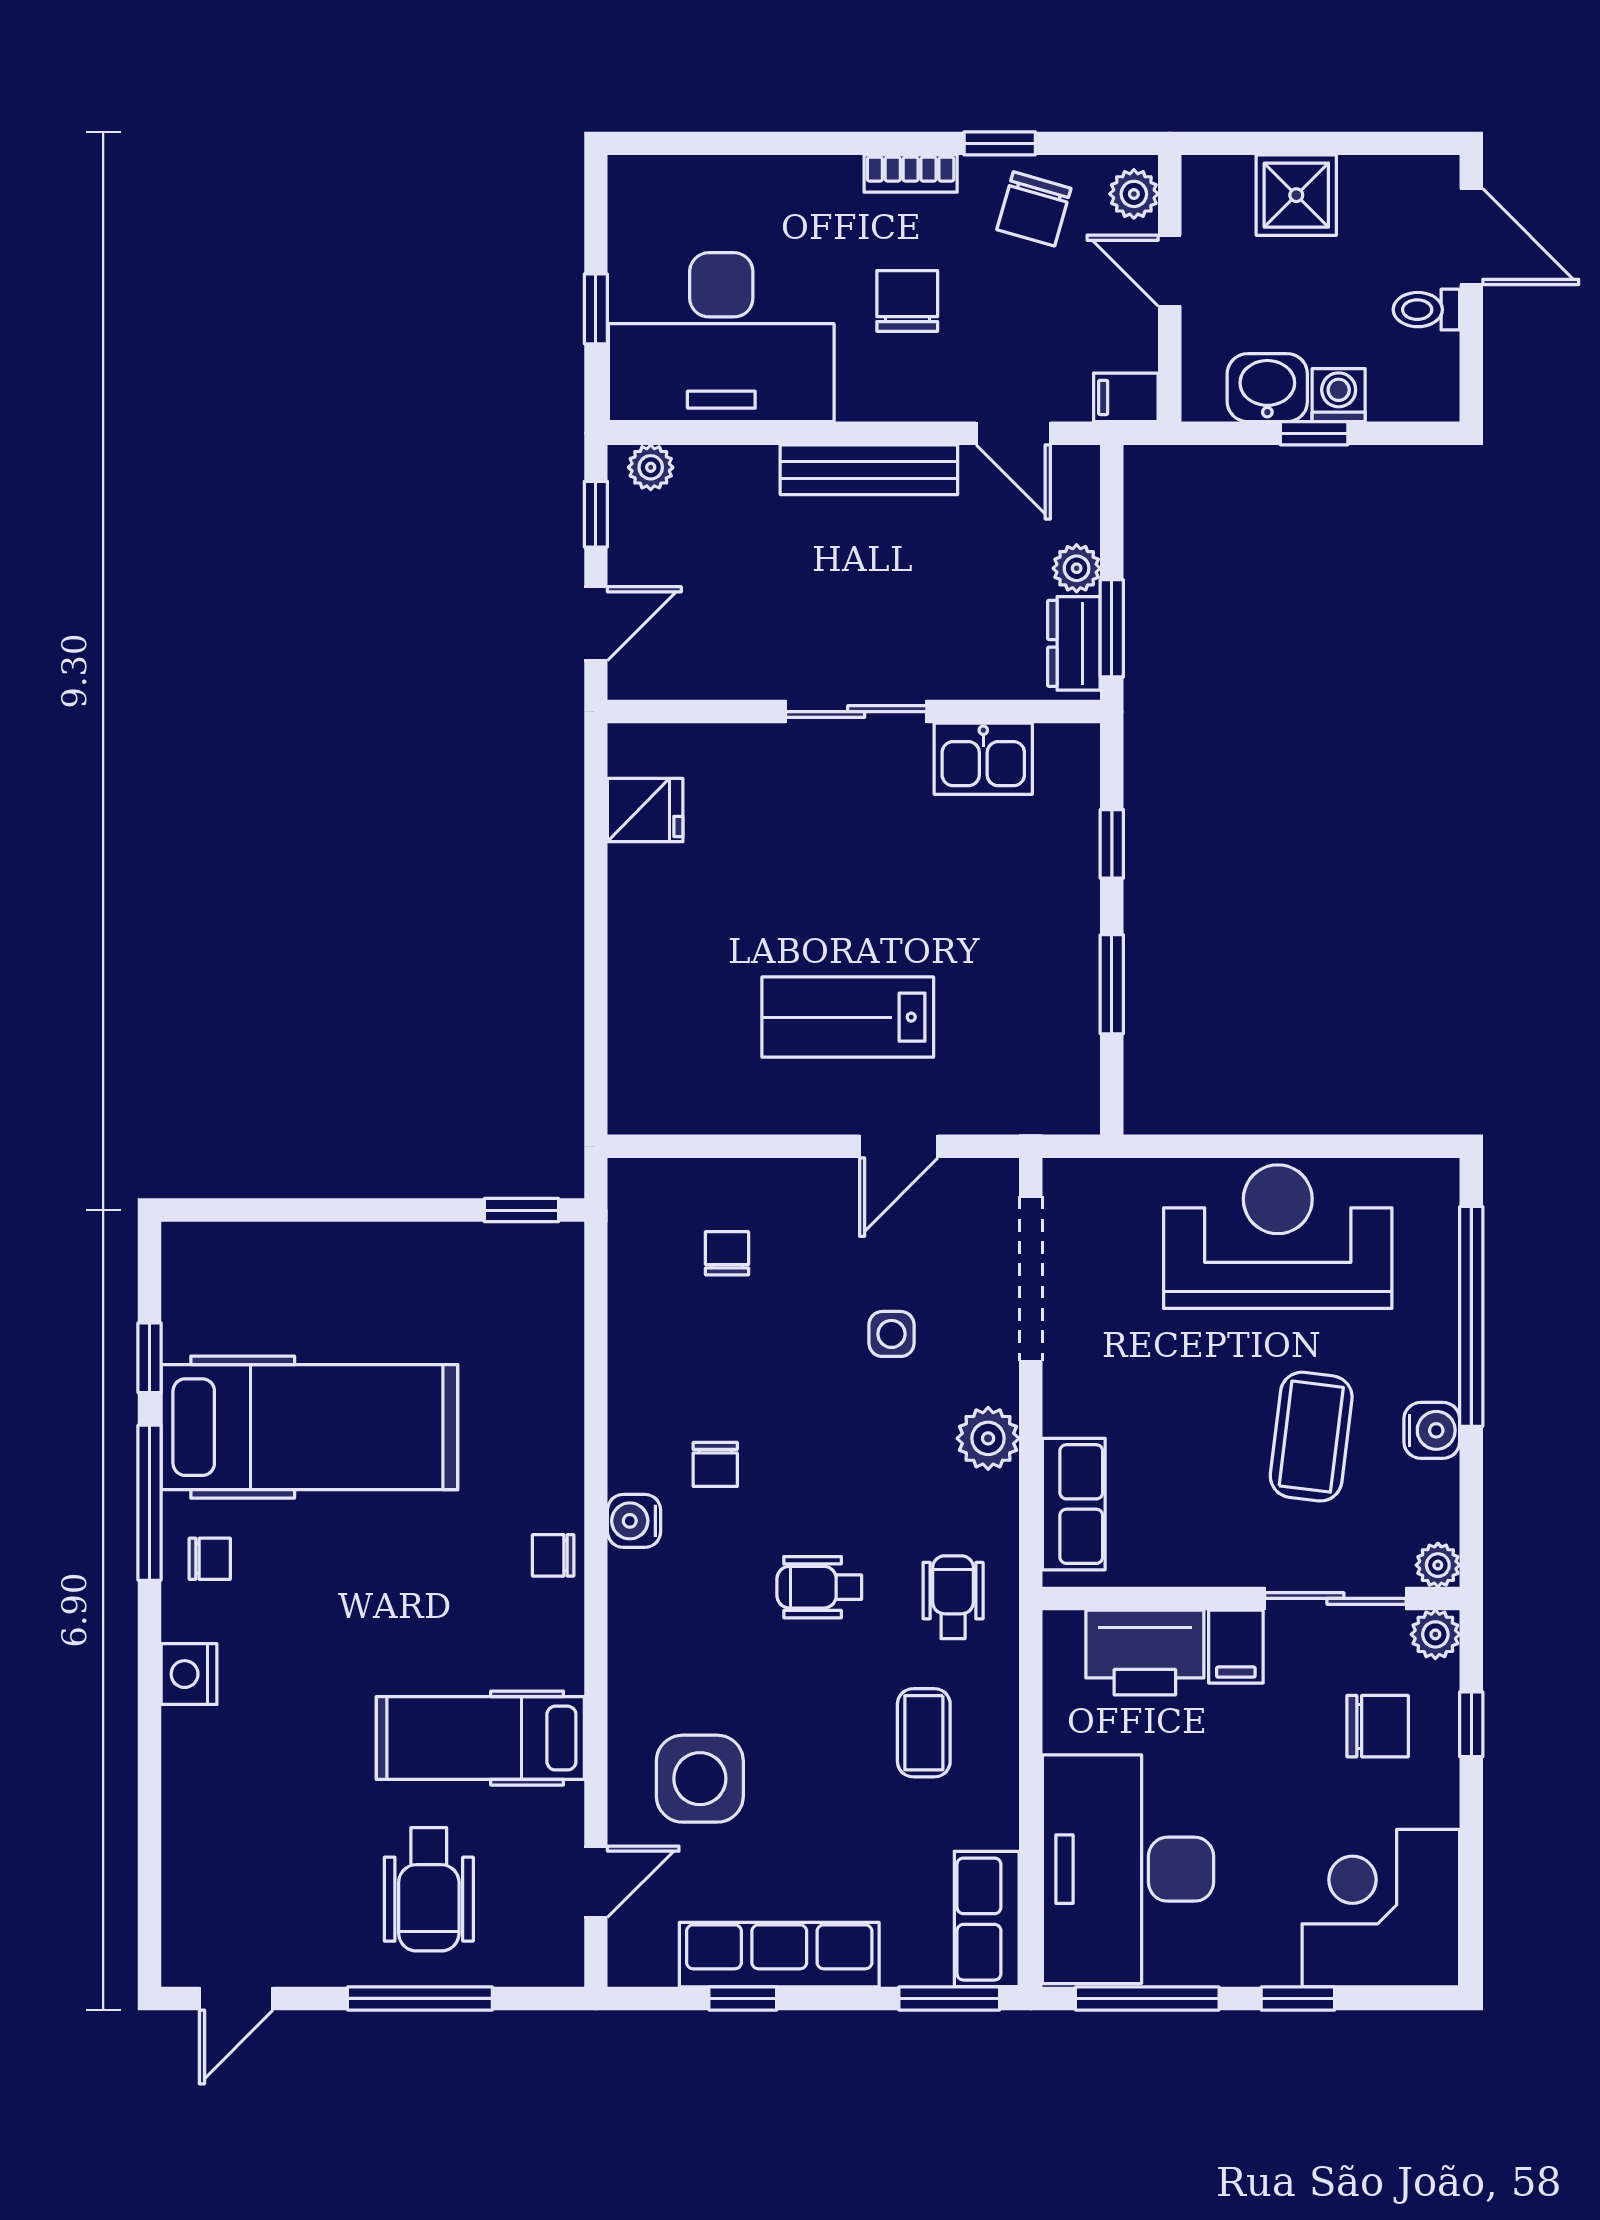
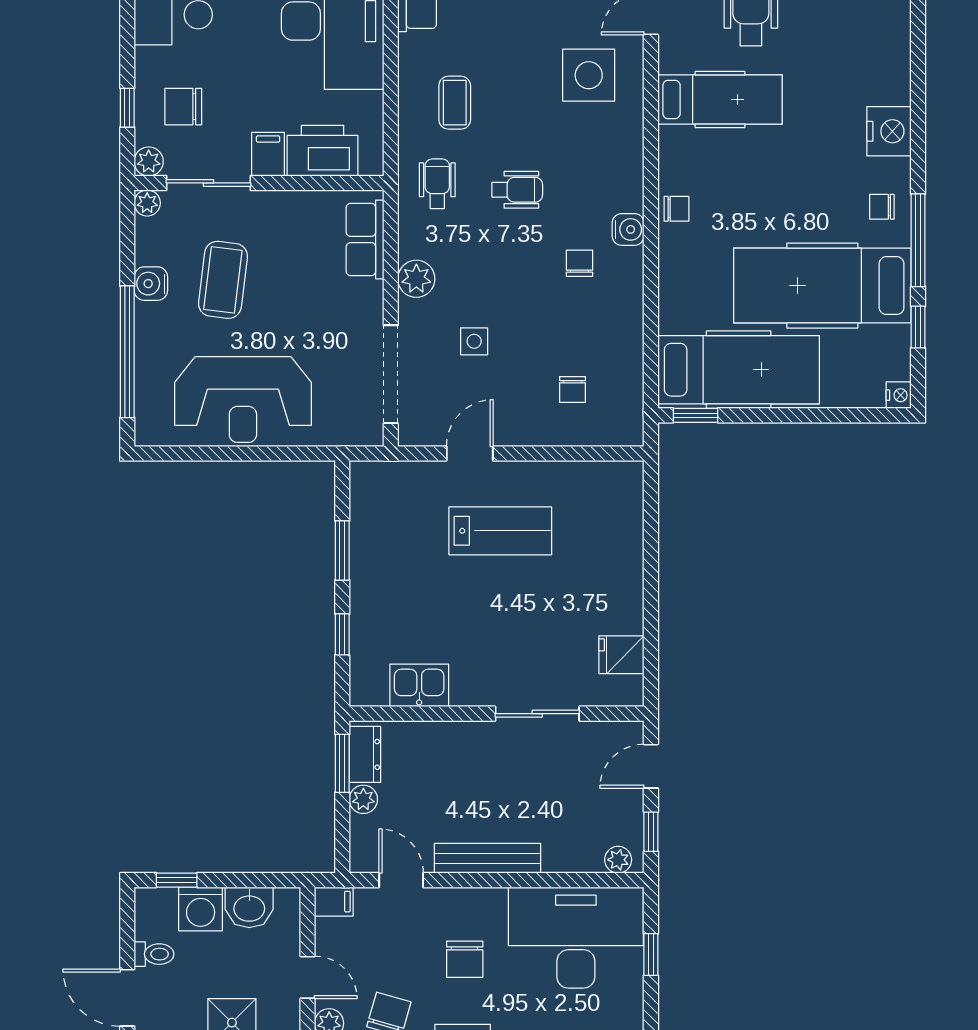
washing machine: (1339, 395) -> (201, 909), width x1.38, depth x1.38
window: (1314, 433) -> (177, 880), moved
sliding door: (856, 712) -> (537, 714), moved
nightstand: (182, 1244) -> (899, 395), added
hospital bed: (449, 1286) -> (739, 370), added
wheelchair: (953, 1597) -> (437, 184), turned 180
nightstand: (189, 1674) -> (889, 131), width x1.36, depth x1.33

